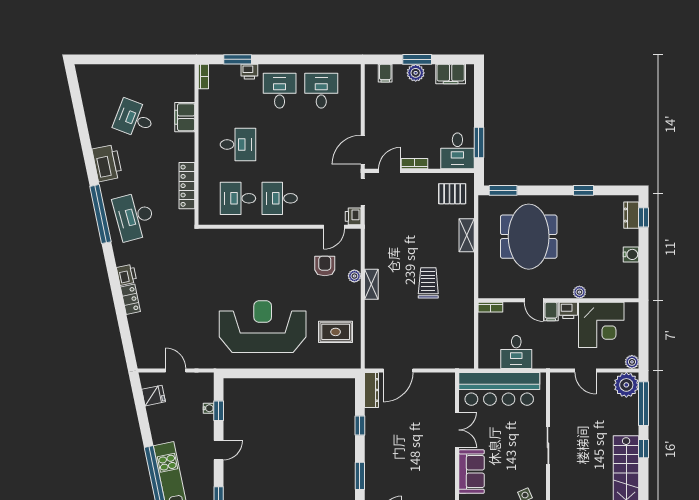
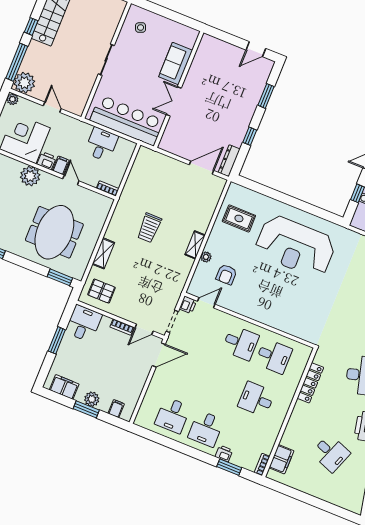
filing cabinet: (185, 117) -> (281, 459), moved
window: (479, 142) -> (57, 340), moved
plant: (579, 292) -> (30, 176), width x1.88, depth x1.88

